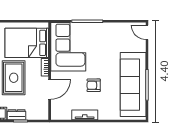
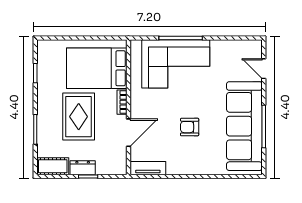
door: (147, 32) -> (264, 69), moved
corner sofa: (68, 47) -> (176, 64), moved, turned 90
tv unit: (85, 115) -> (148, 168), moved

